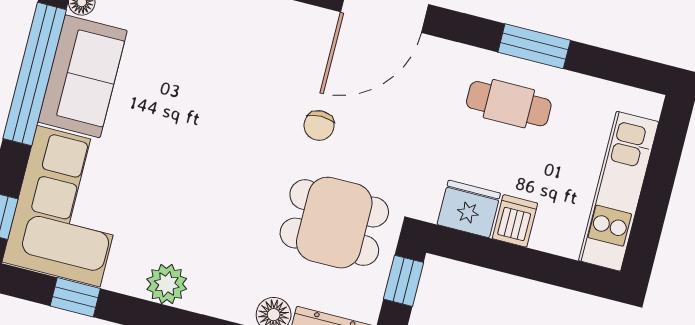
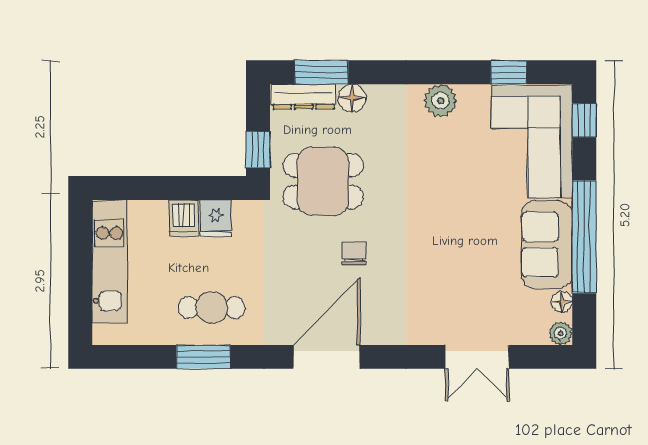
fridge: (469, 209) -> (216, 218), width x0.72

